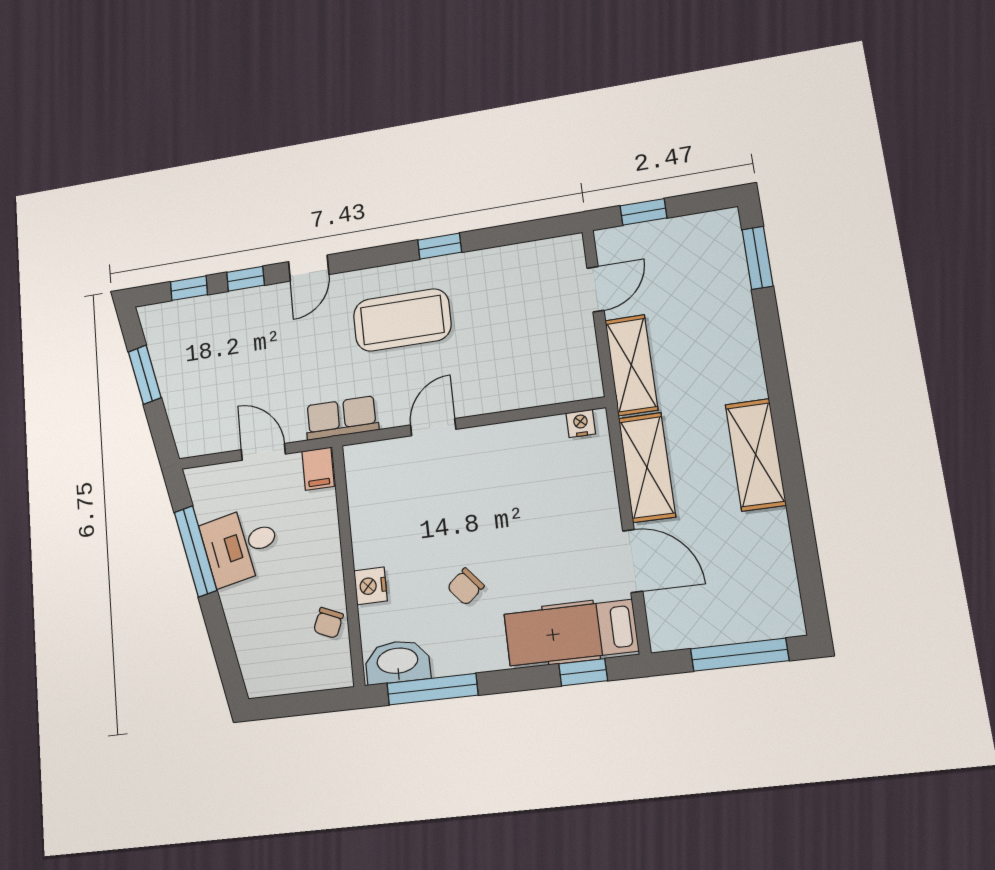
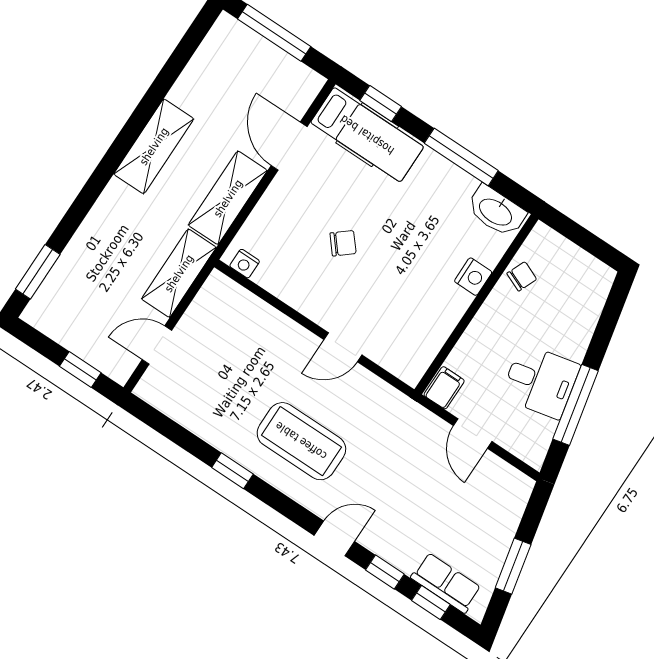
row of seats: (342, 418) -> (446, 583), moved, turned 180
chair: (466, 587) -> (343, 243), moved
window: (432, 689) -> (461, 157), moved

